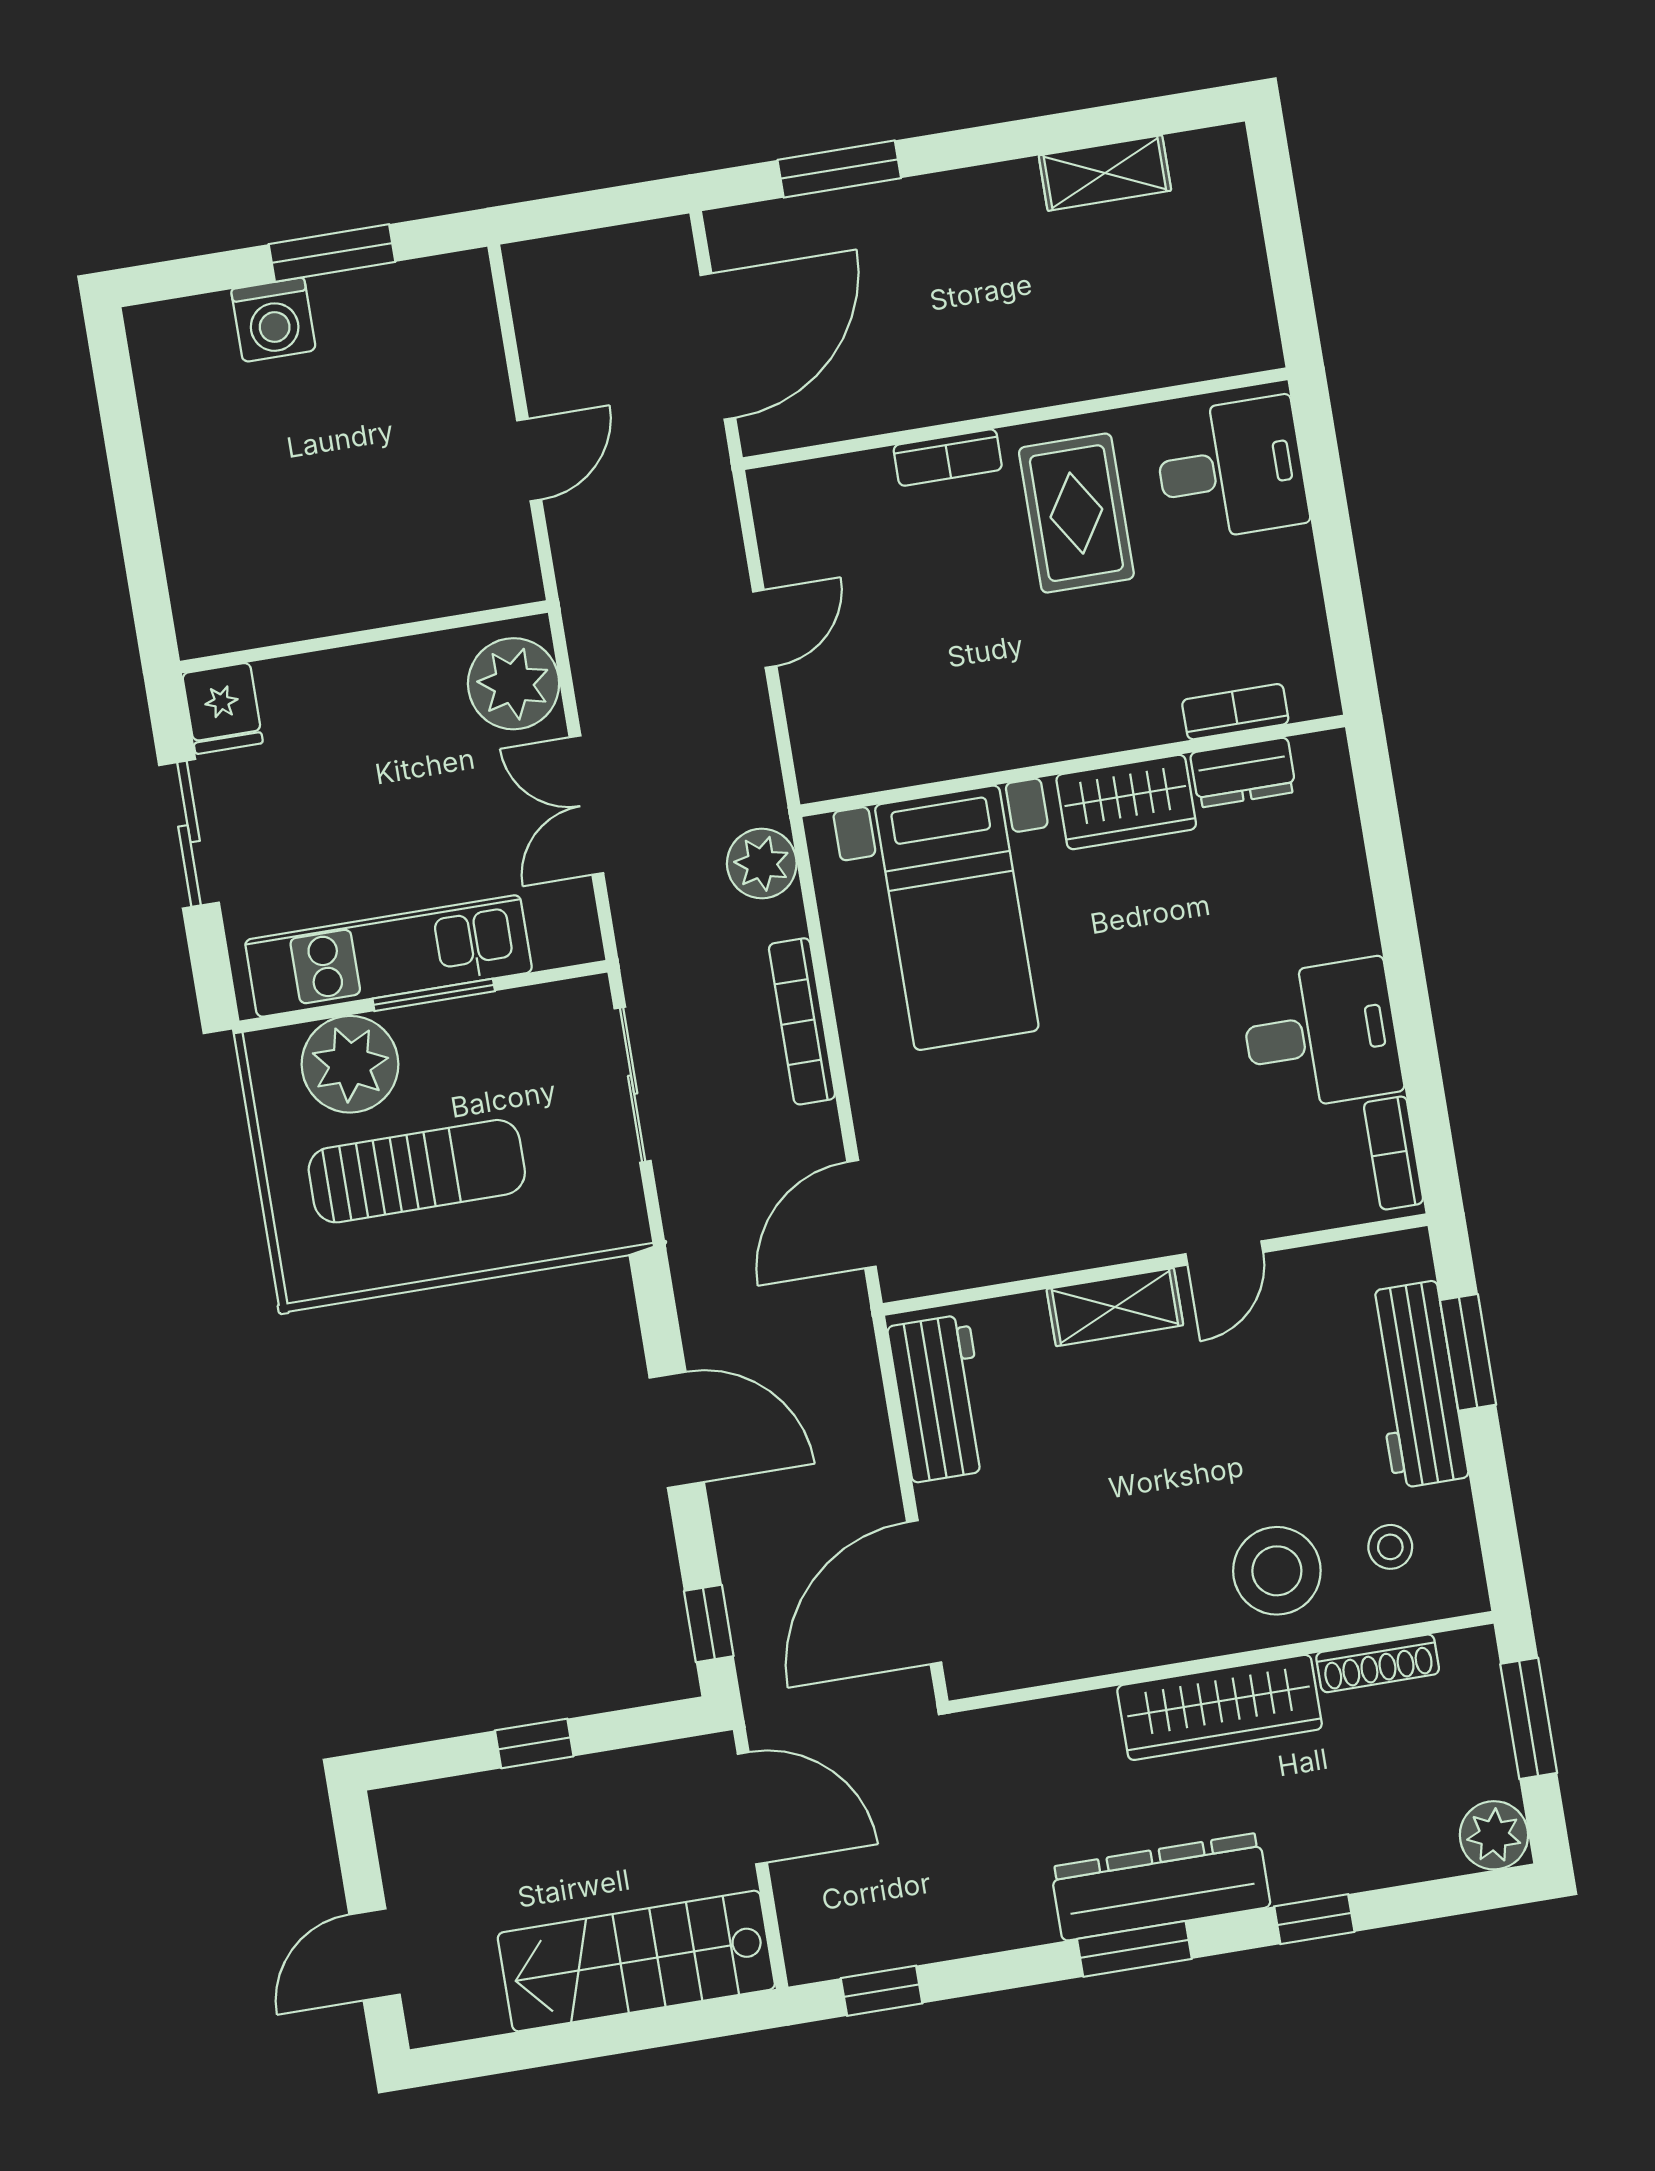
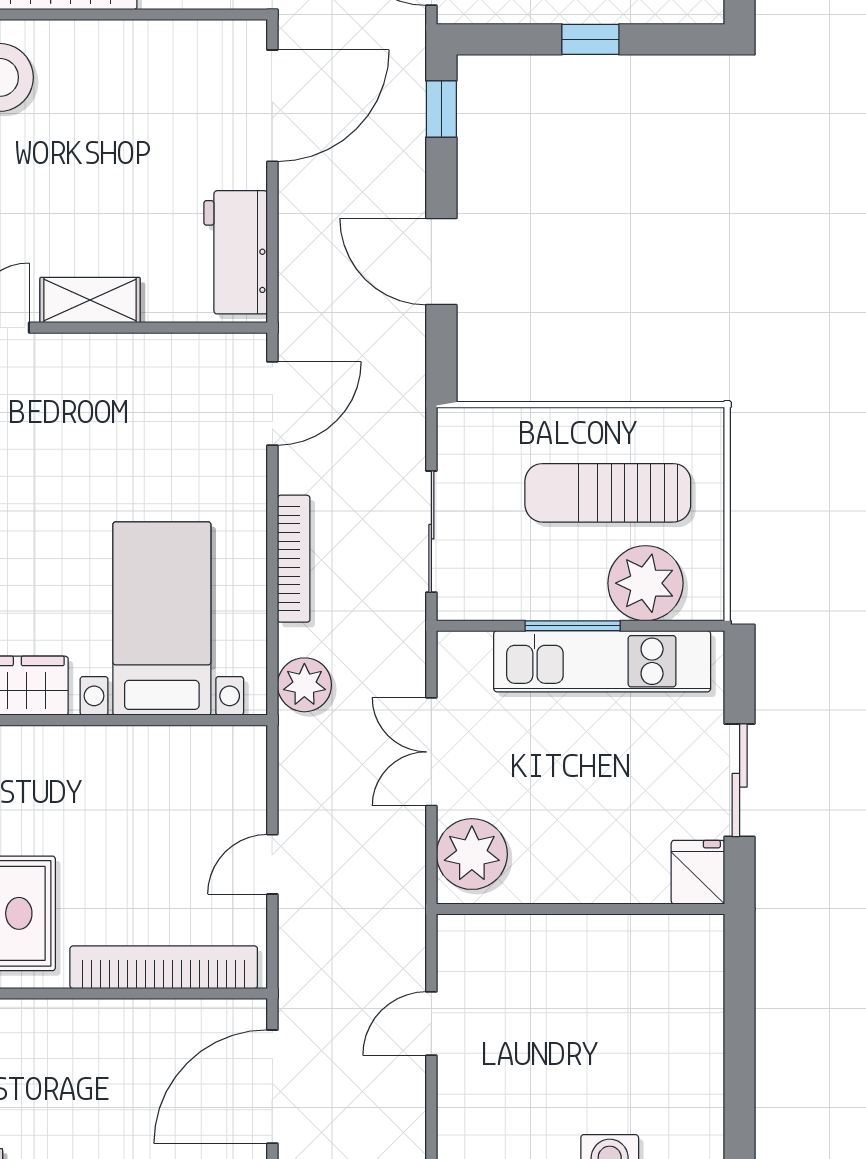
bookcase: (948, 458) -> (164, 967), width x2.31, depth x1.31
double door: (586, 805) -> (431, 752), swing flipped

